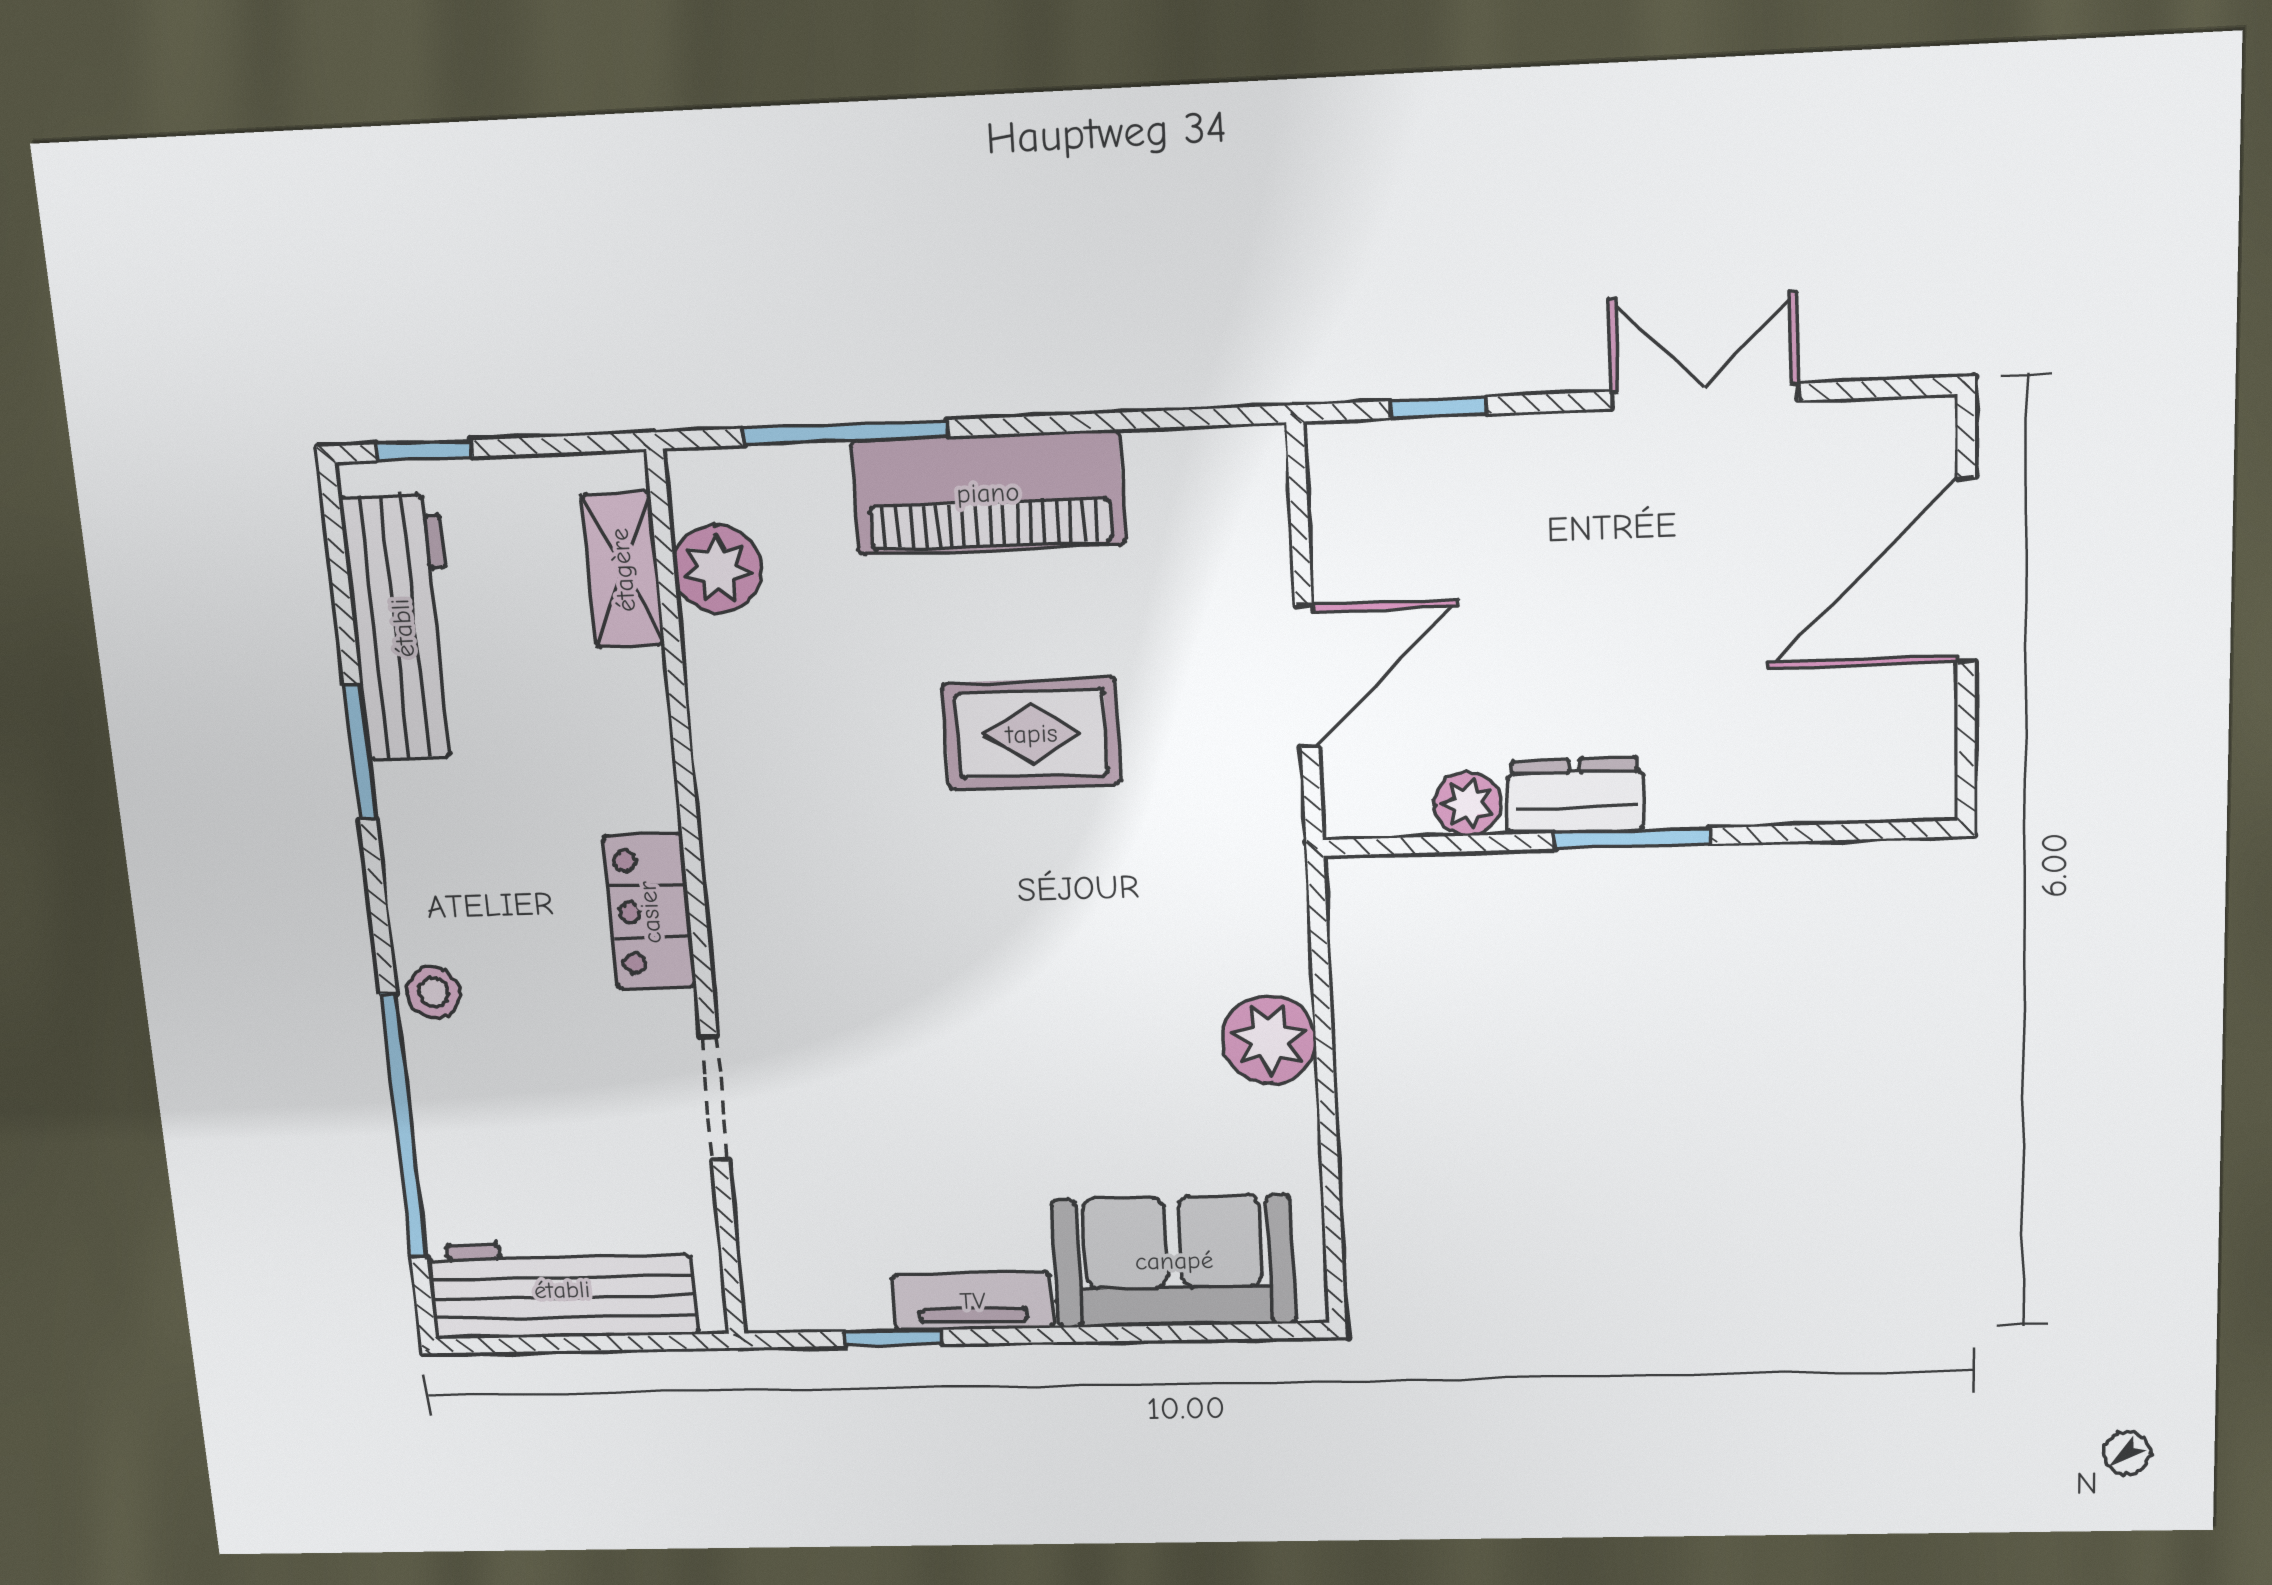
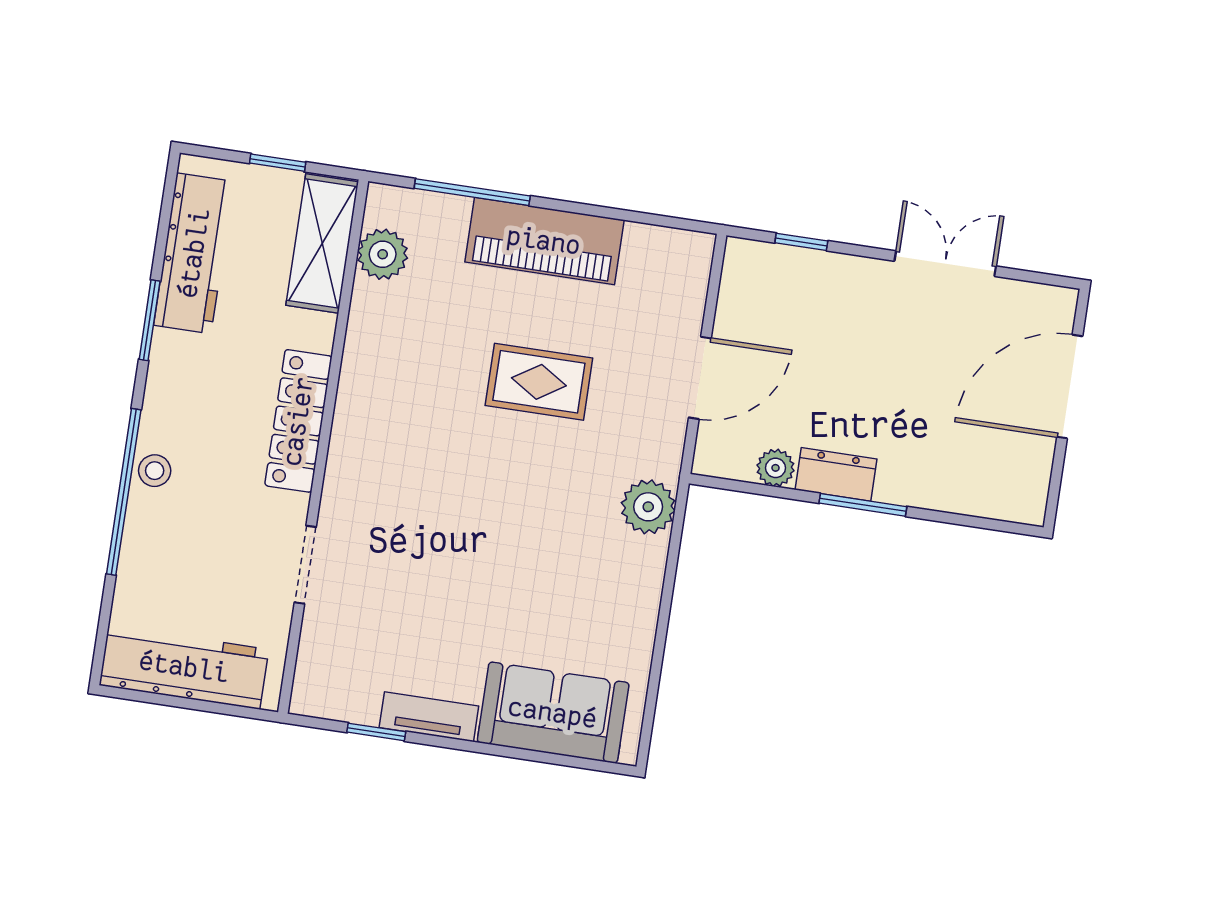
window: (424, 450) -> (278, 163), moved
shelving: (623, 570) -> (322, 243), width x1.50, depth x1.33
locker: (650, 912) -> (298, 421), width x1.53
plant: (1269, 1040) -> (648, 507), moved
window: (404, 1127) -> (124, 492), moved

